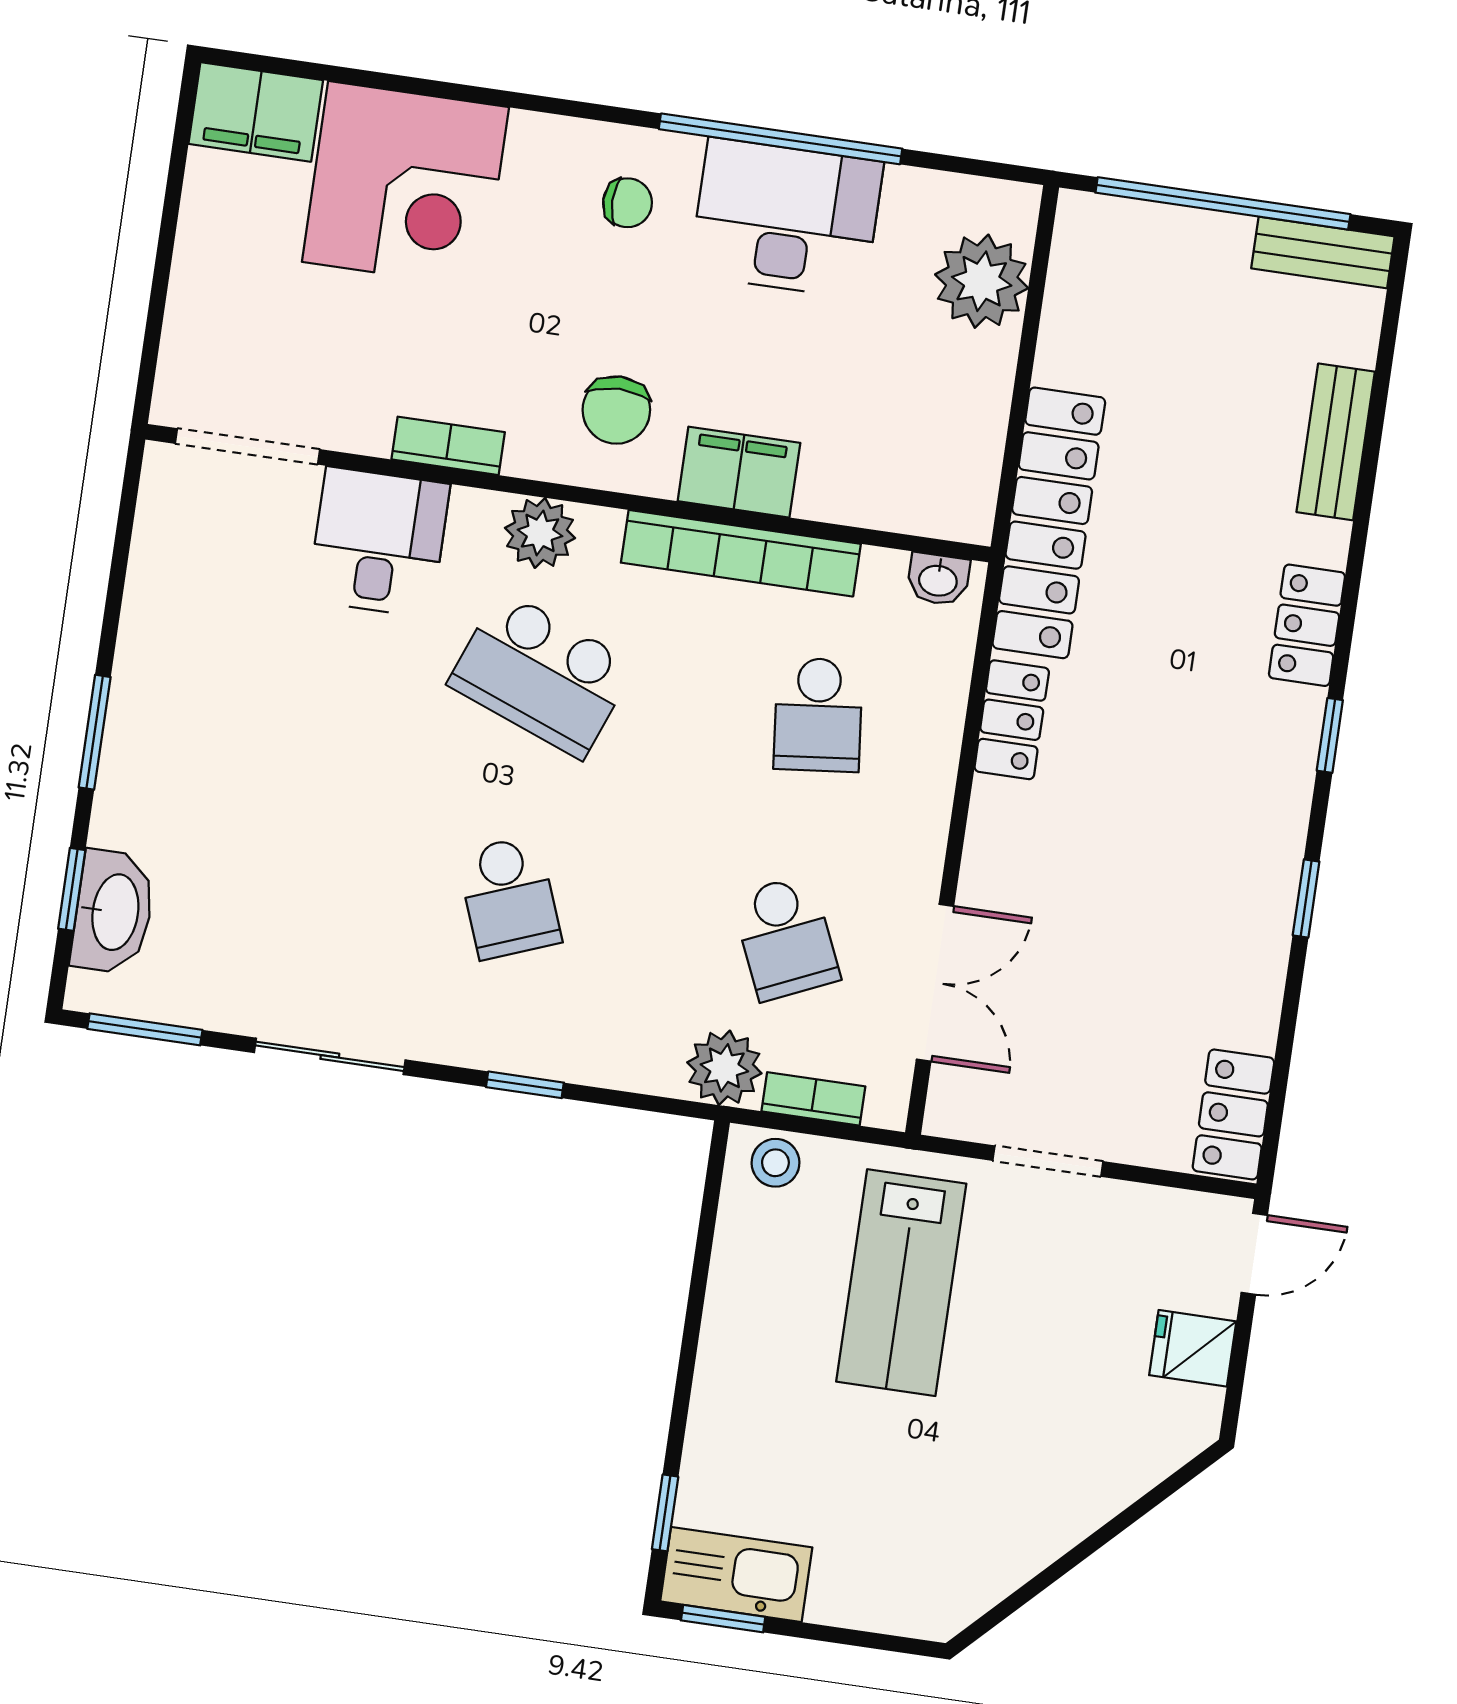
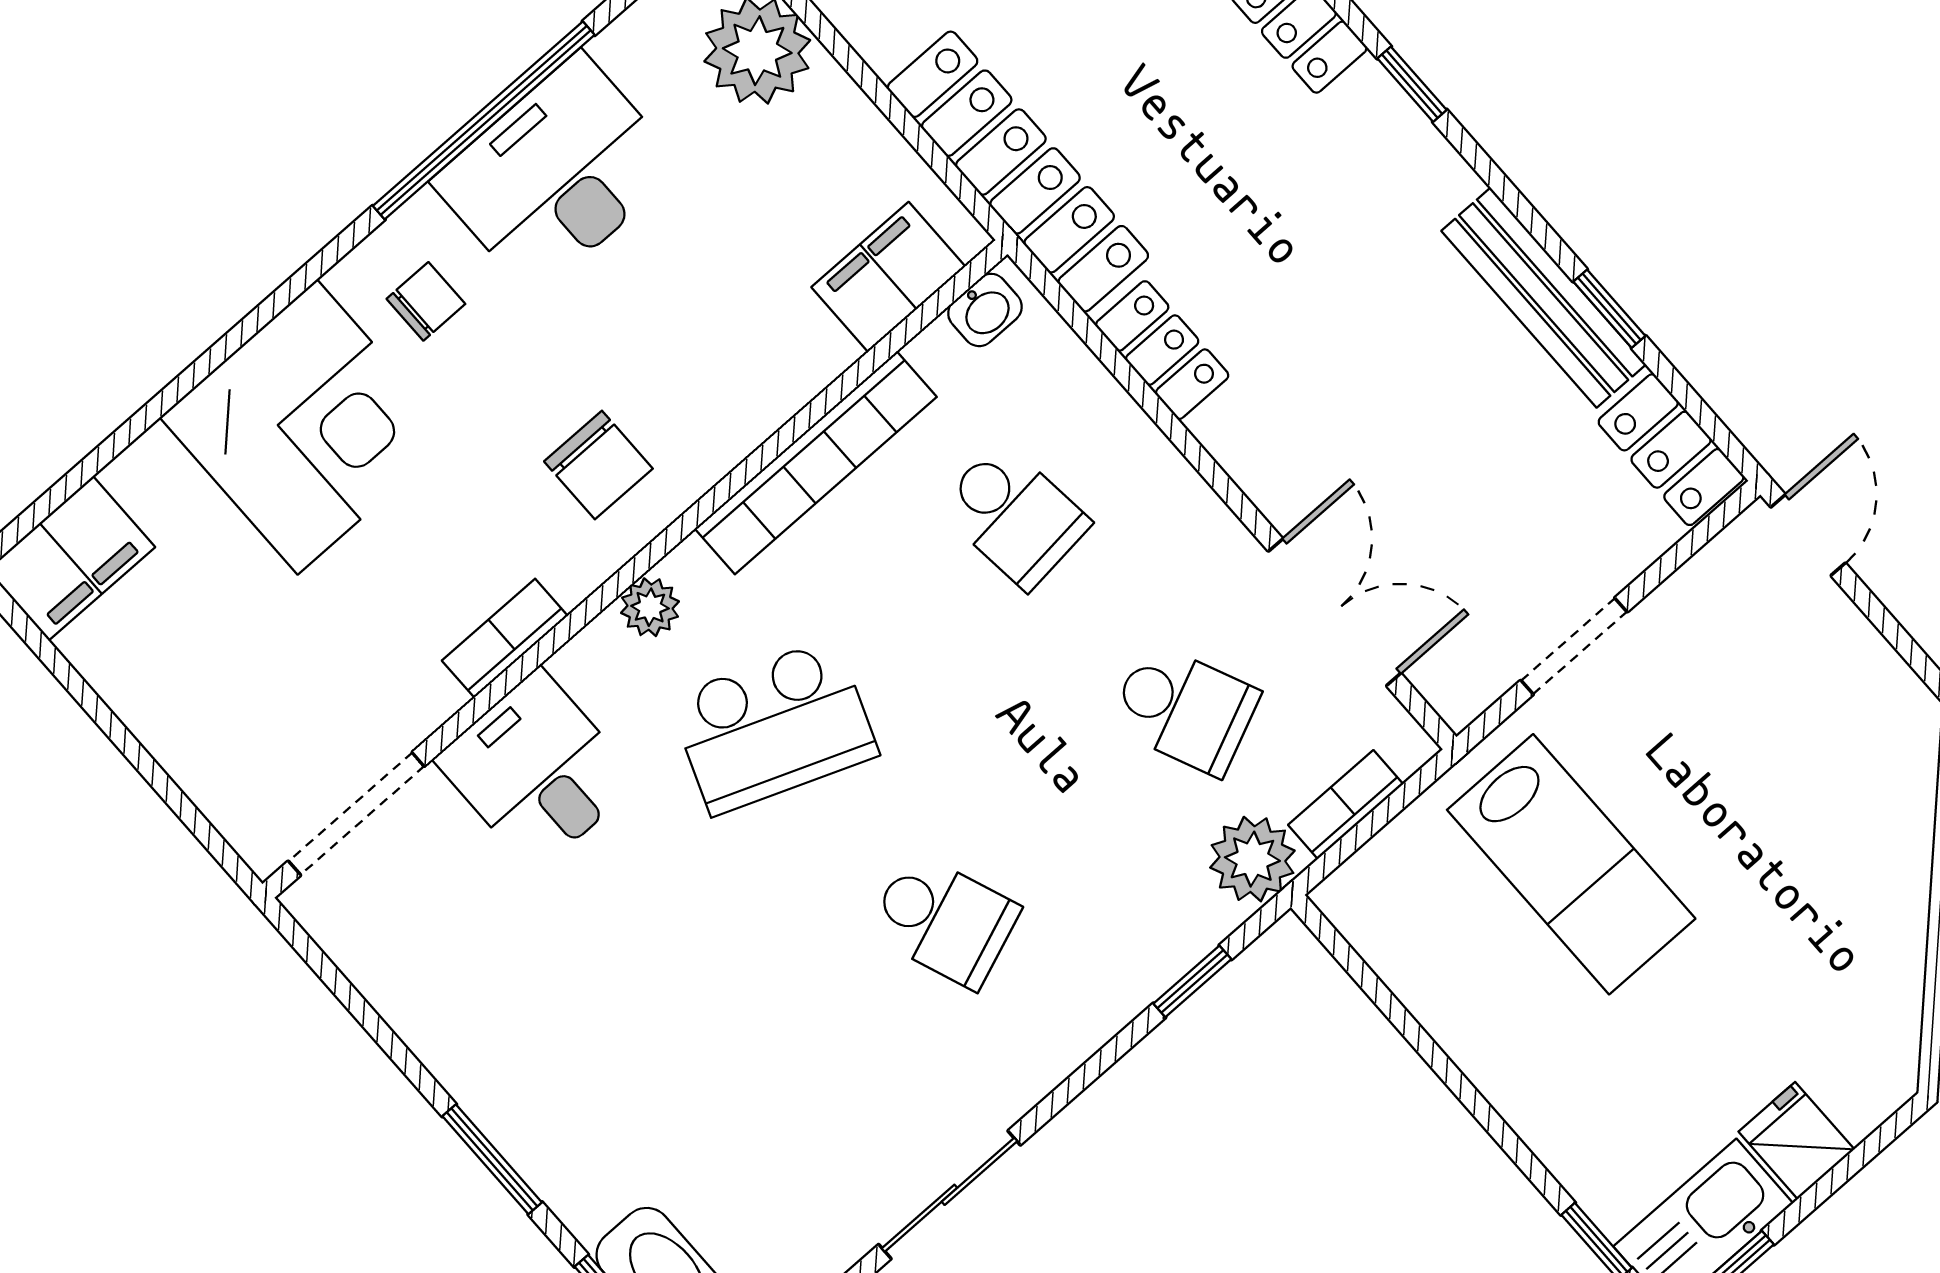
corner desk: (405, 185) -> (307, 427), moved
filing cabinet: (739, 472) -> (888, 277), moved
plant: (540, 533) -> (650, 607), width x0.73, depth x0.73
window: (1306, 898) -> (1609, 309), moved
bench: (1262, 944) -> (1544, 298), added
window: (525, 1085) -> (1192, 981), moved
stool: (775, 1163) -> (1373, 885), removed
fridge: (1193, 1348) -> (1796, 1141), moved, turned 90

